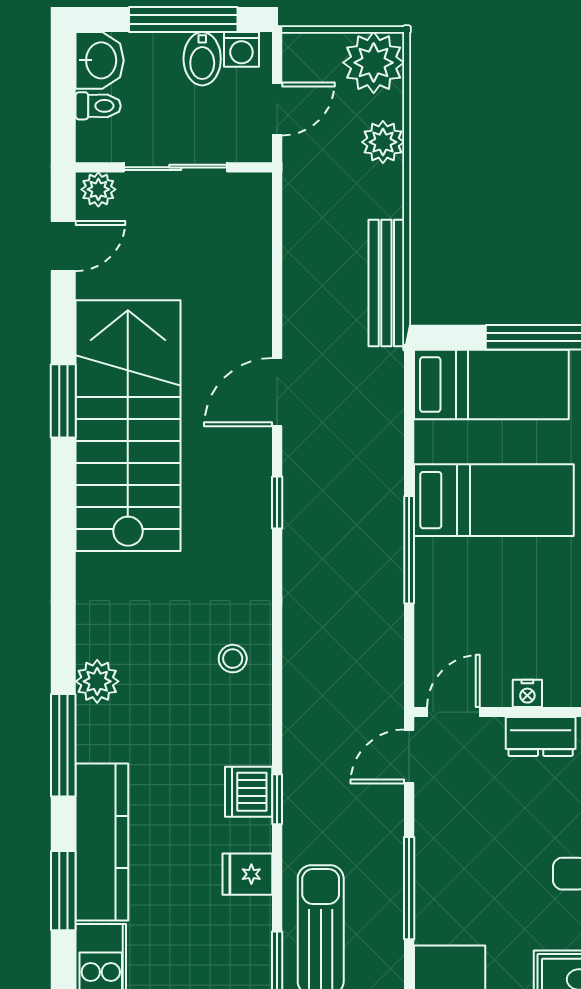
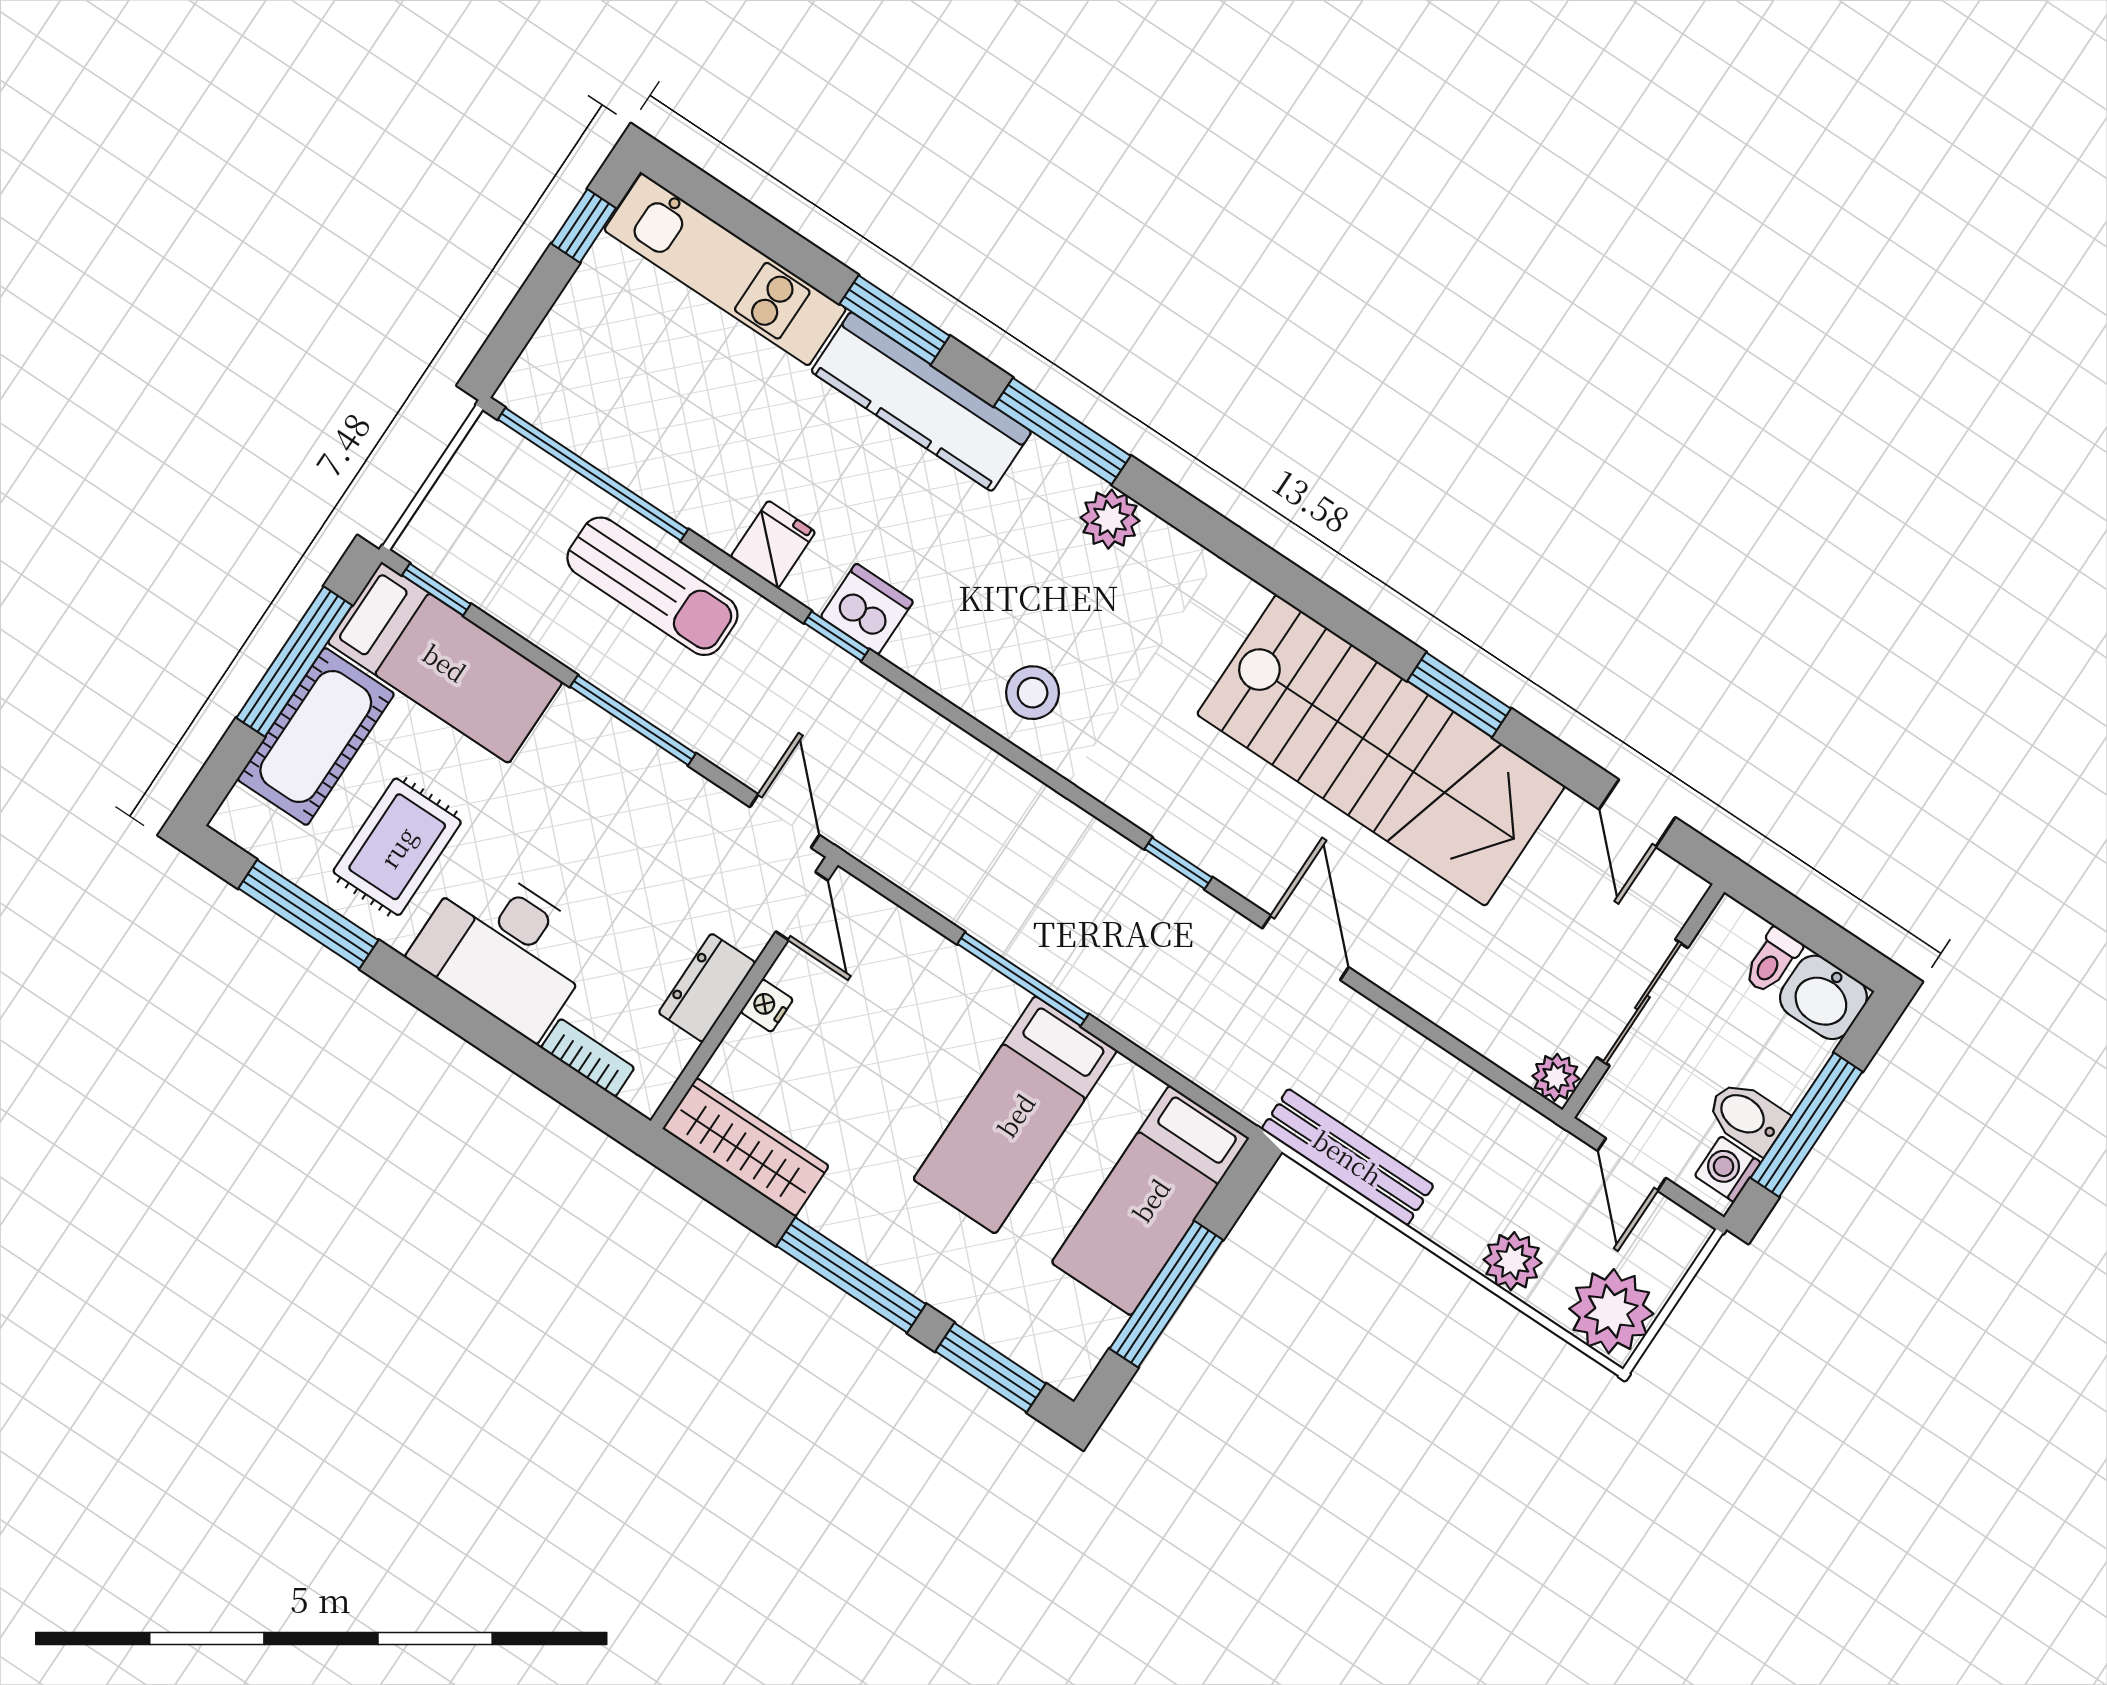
plant: (98, 189) -> (1556, 1077), moved
stool: (233, 659) -> (1033, 693), width x1.37, depth x1.37

